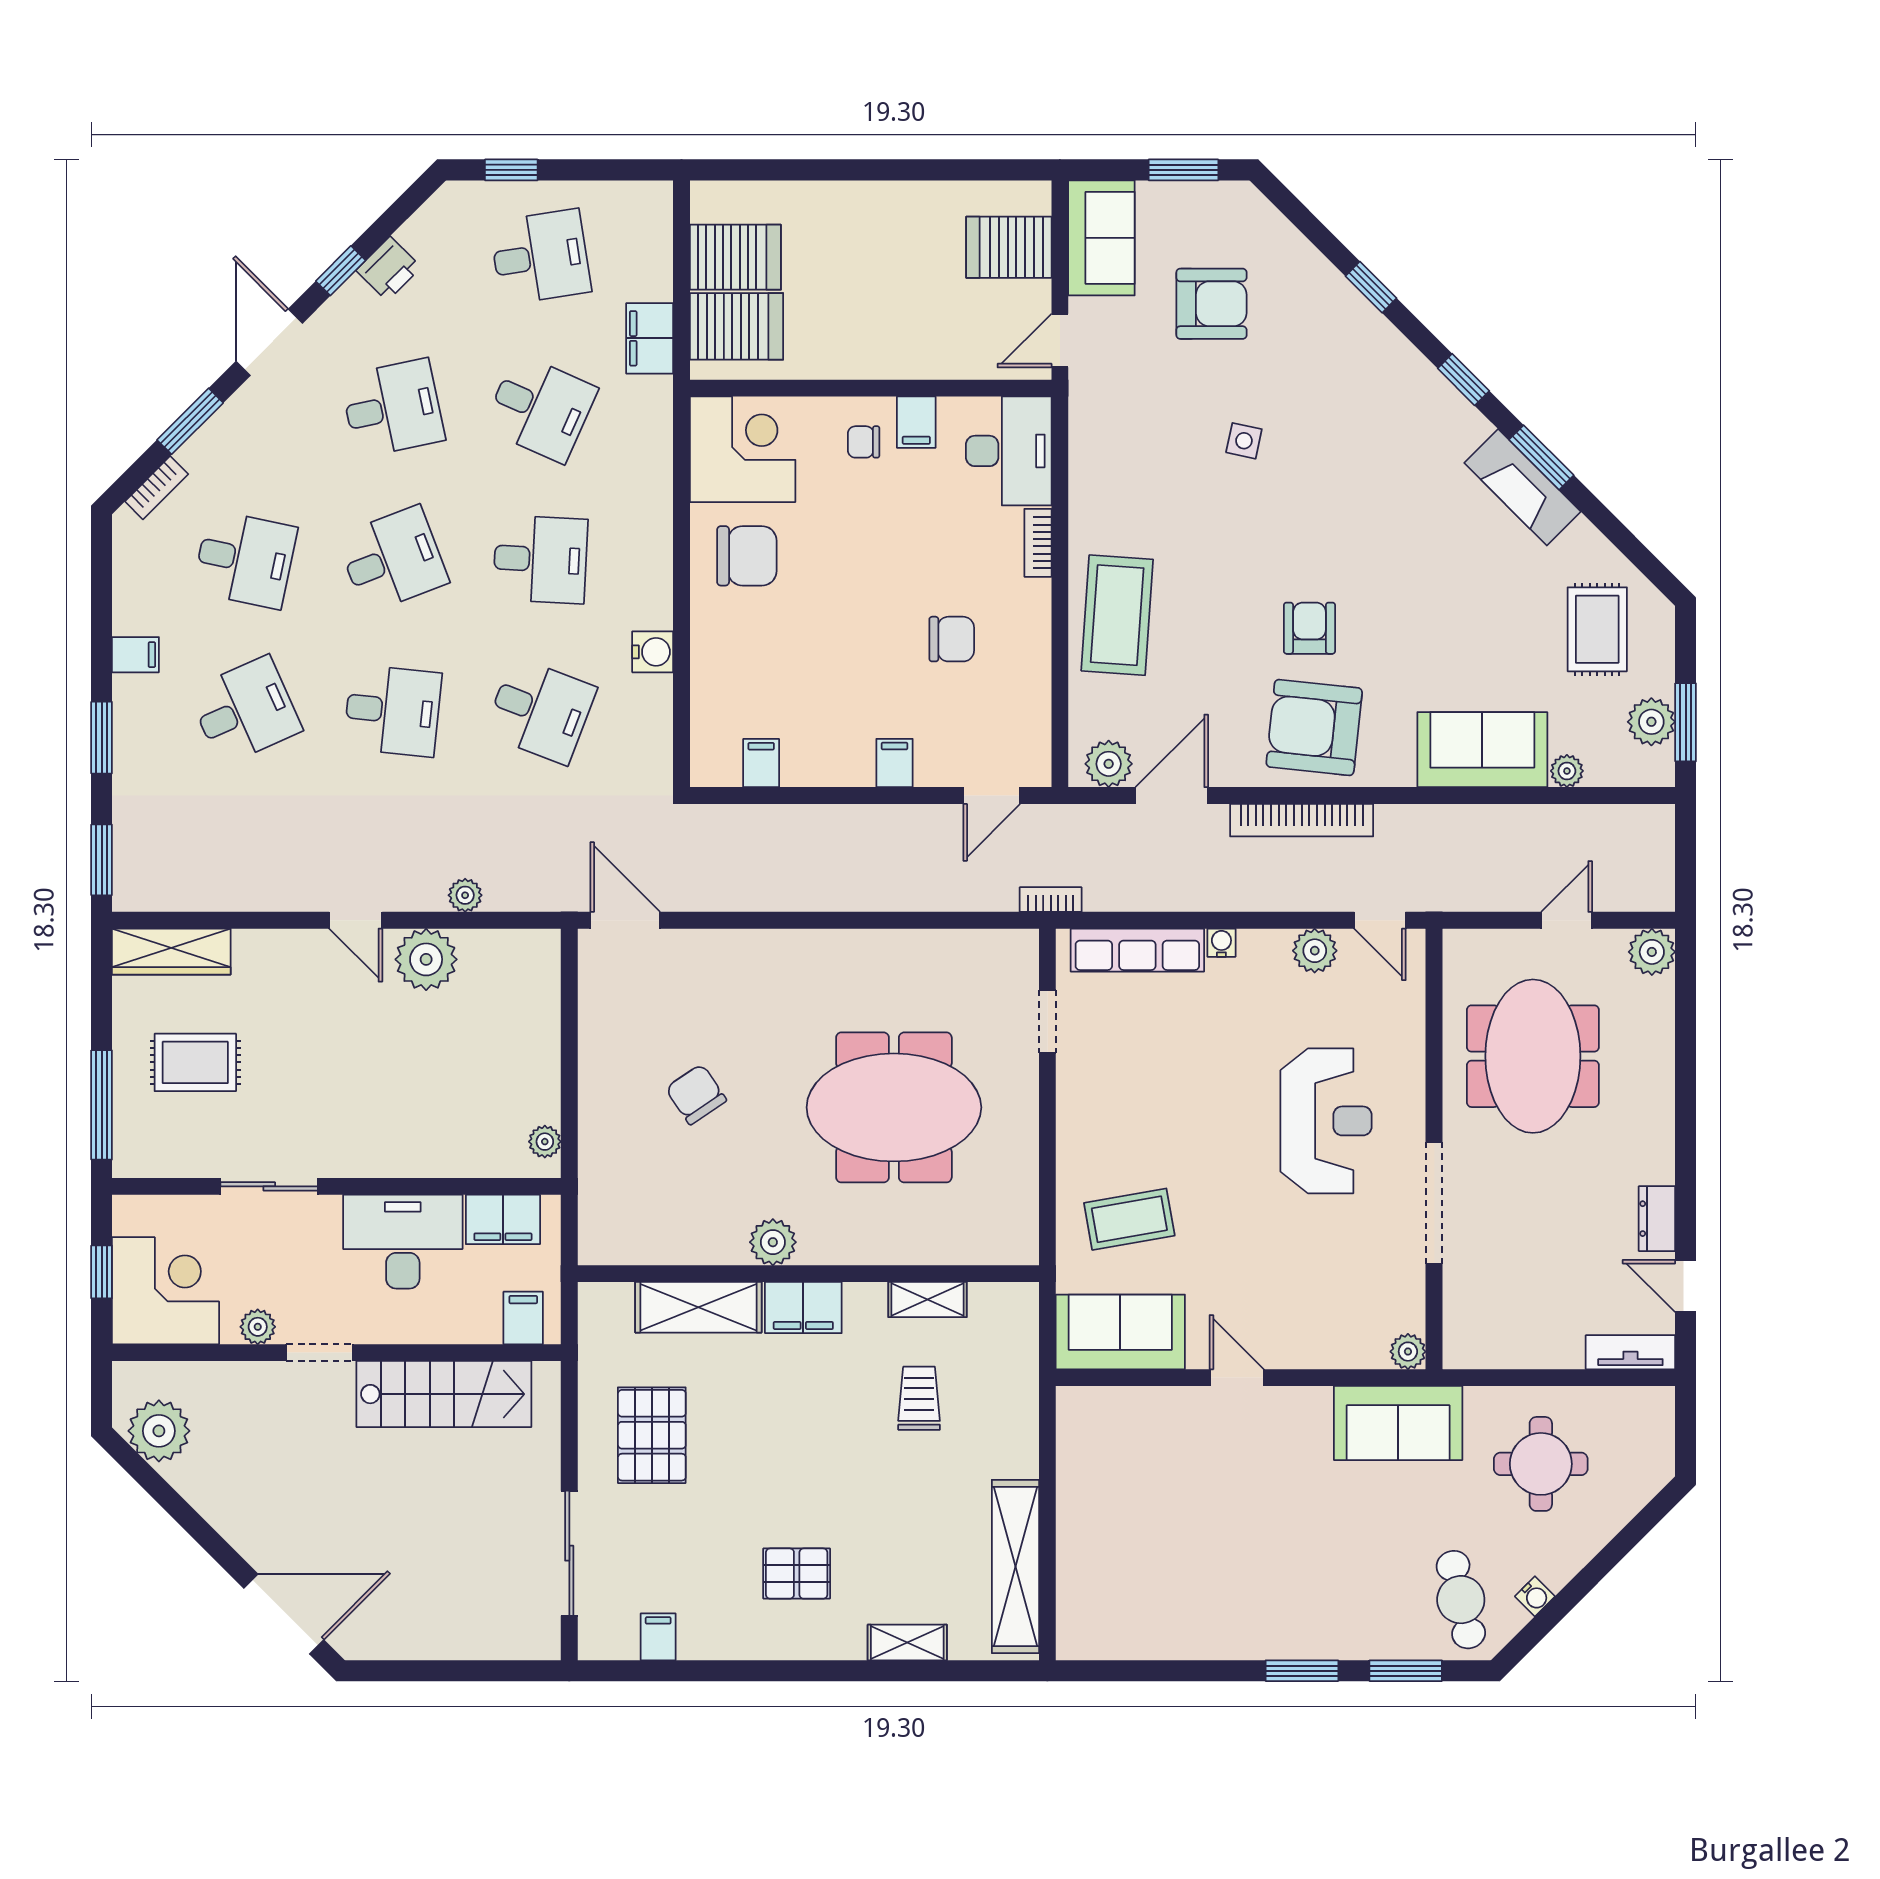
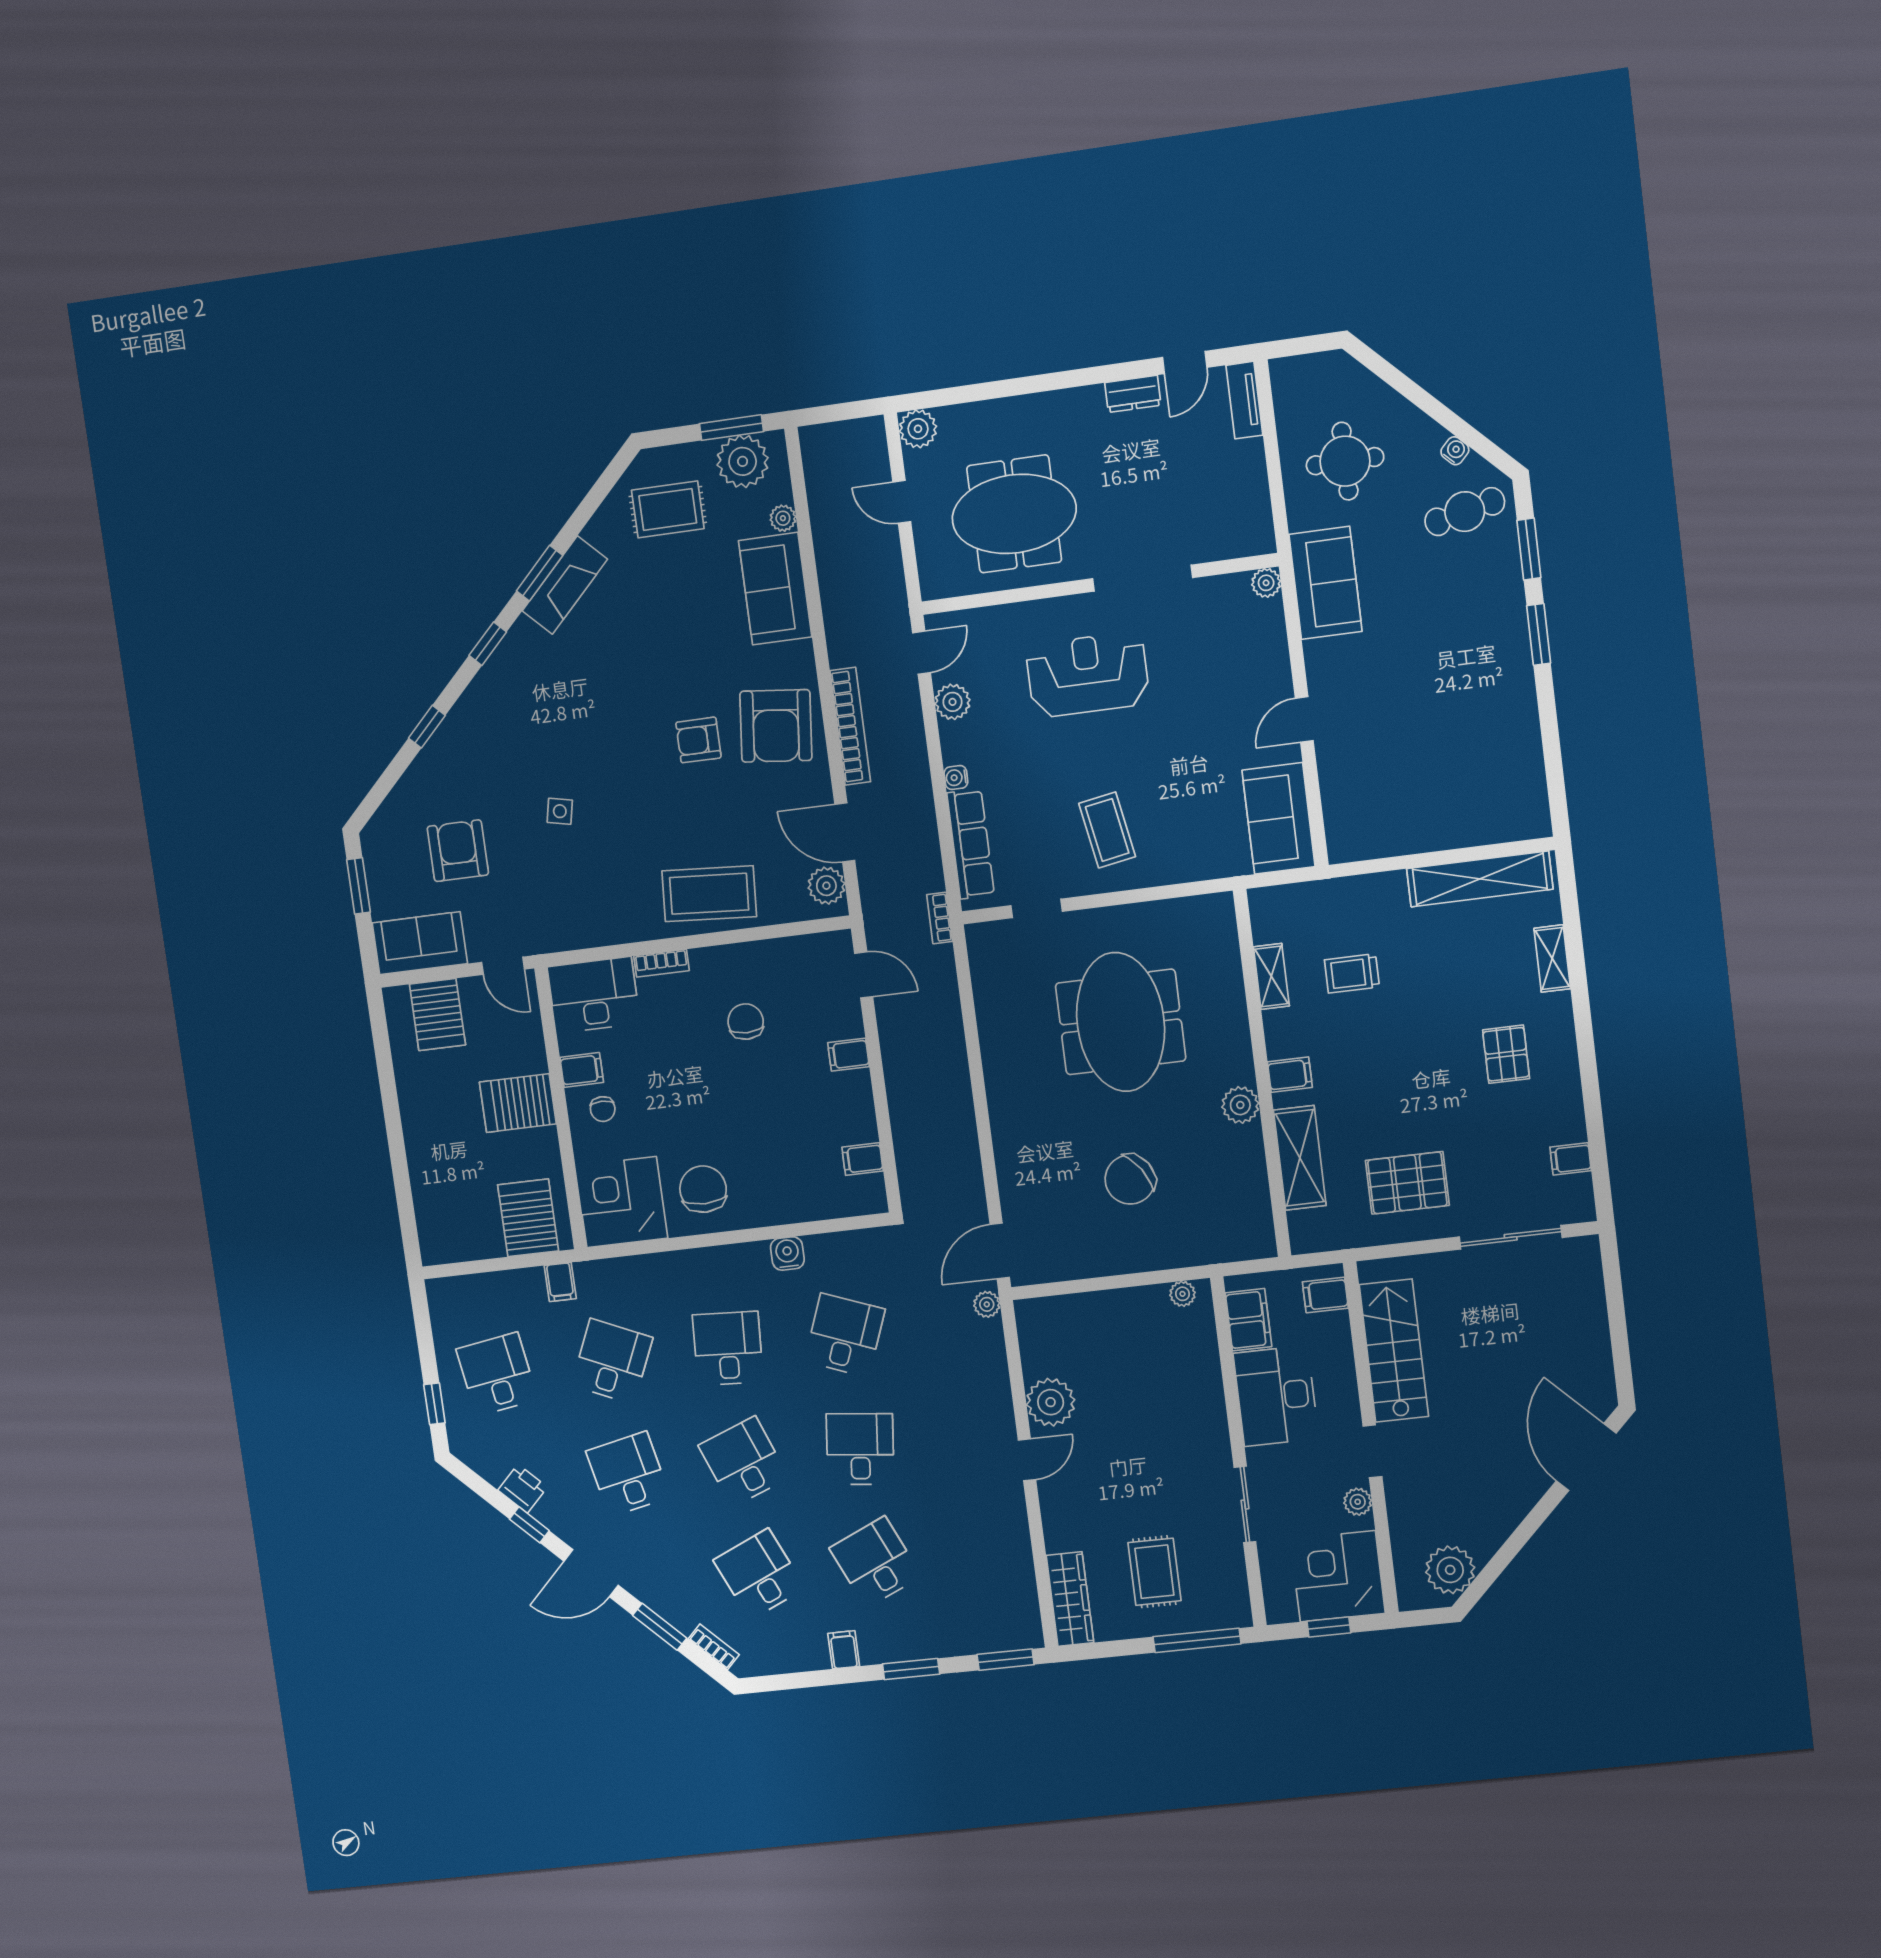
server rack: (735, 257) -> (518, 1103), moved, turned -90
filing cabinet: (650, 338) -> (560, 1282), width x0.50
desk: (245, 559) -> (759, 1574), turned -36
plant: (1651, 722) -> (743, 461), width x1.36, depth x1.36
plant: (465, 895) -> (987, 1304), moved
chair: (696, 1094) -> (1130, 1180), width x1.37, depth x1.37
coffee table: (1129, 1219) -> (1107, 830), moved
filing cabinet: (803, 1308) -> (1290, 1075), width x0.50

